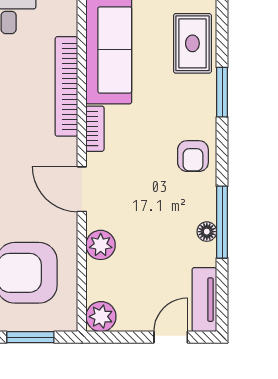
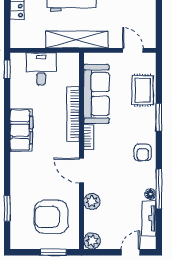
tv unit: (204, 300) -> (149, 218), moved

